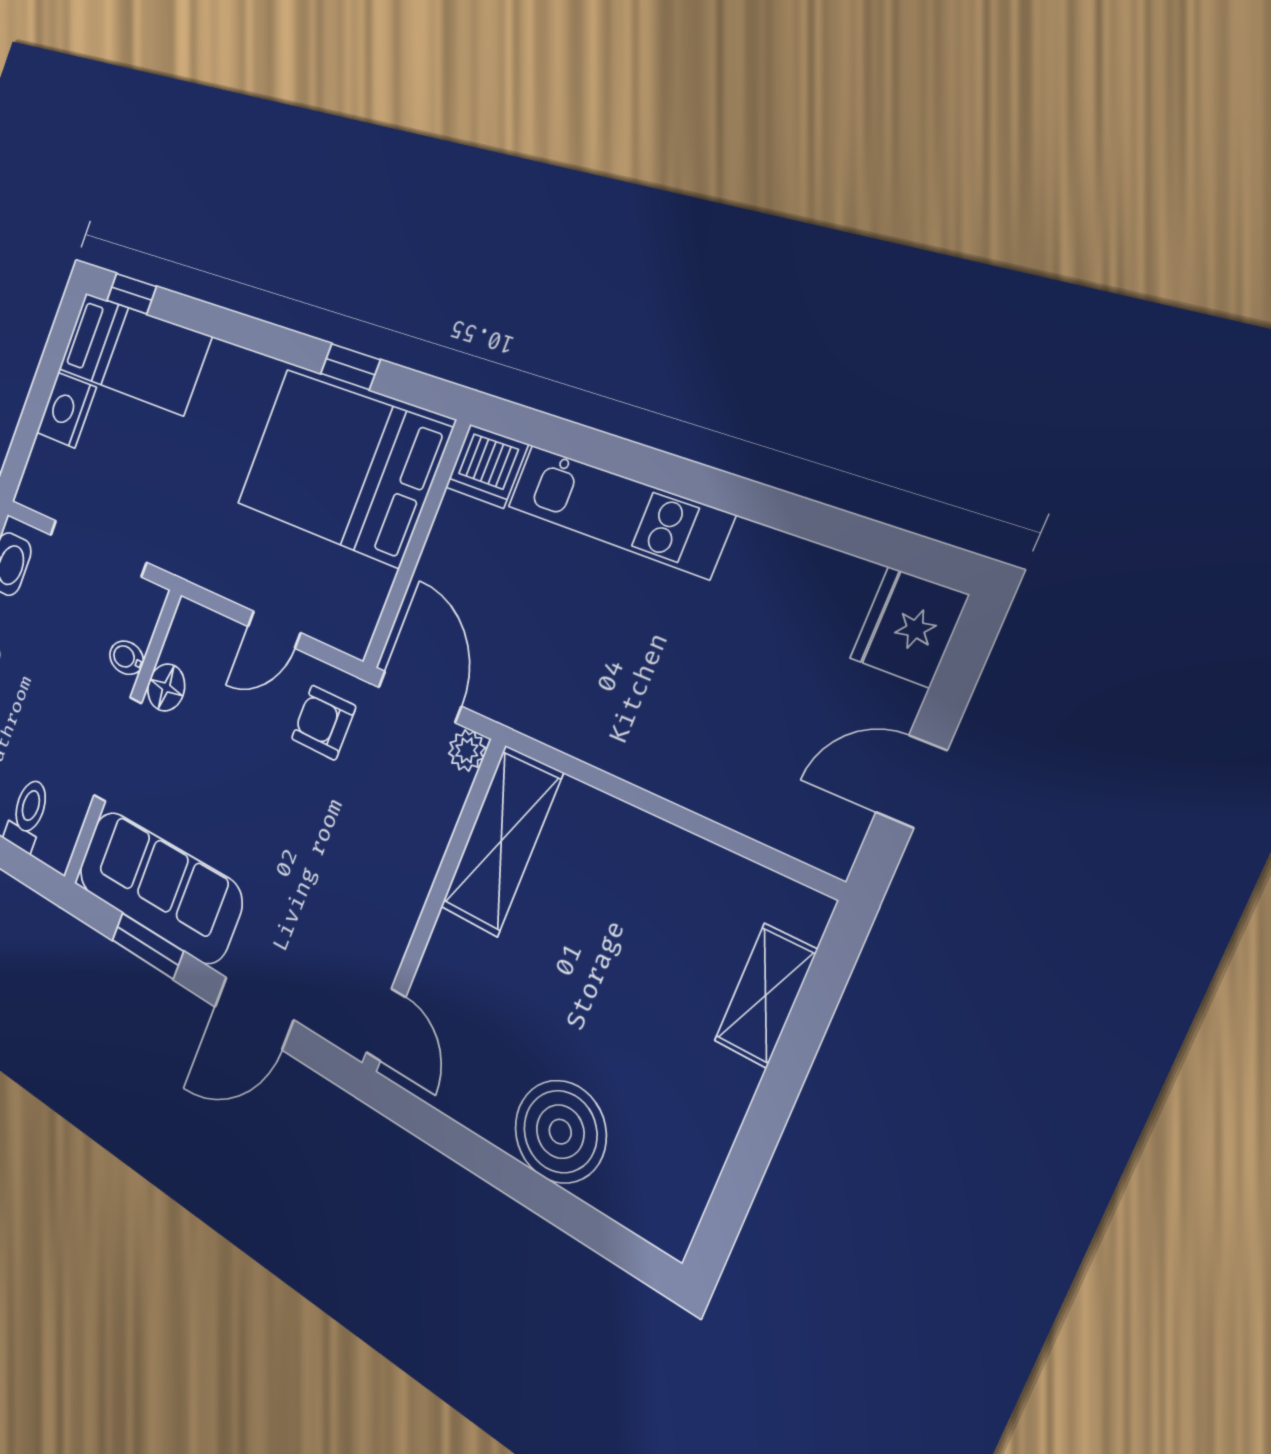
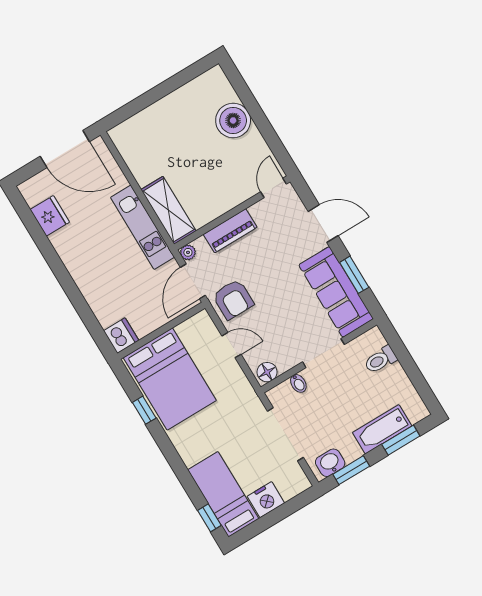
kitchen unit: (618, 510) -> (143, 227), moved, turned 180
fridge: (909, 627) -> (50, 216), moved, turned -90
floor lamp: (166, 687) -> (267, 372), moved
armchair: (324, 723) -> (233, 299), width x1.38, depth x1.38
door: (911, 781) -> (65, 149), width x1.88
shelving: (501, 841) -> (168, 210), moved, turned 90
piano: (413, 864) -> (230, 231), added
shelving: (766, 995) -> (144, 120), removed

